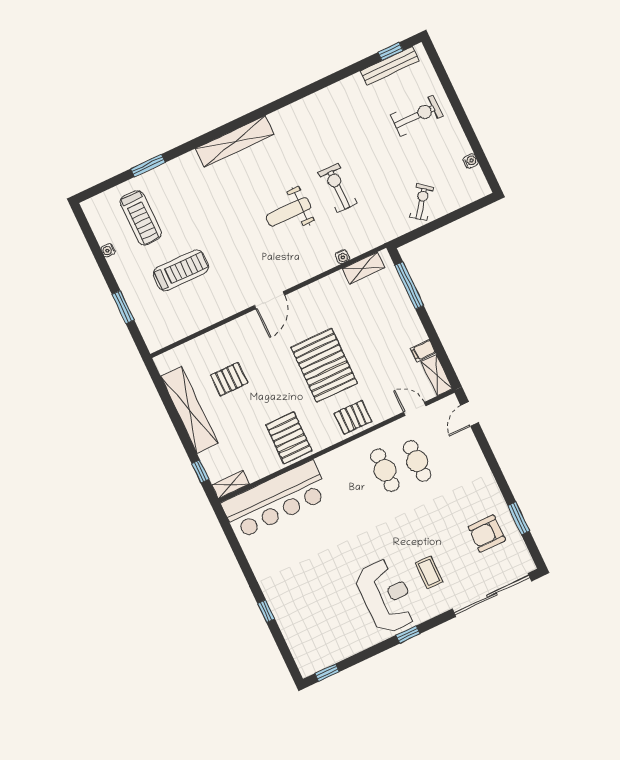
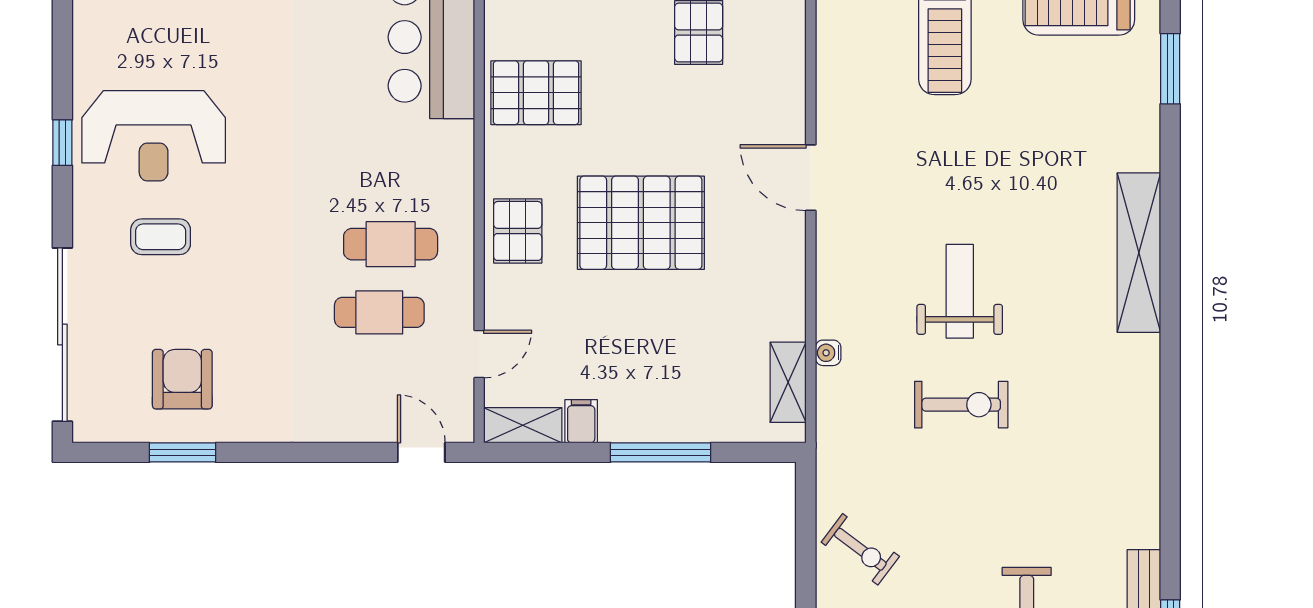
window: (409, 286) -> (661, 452), moved

